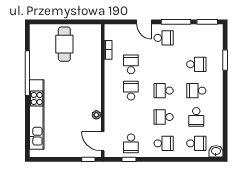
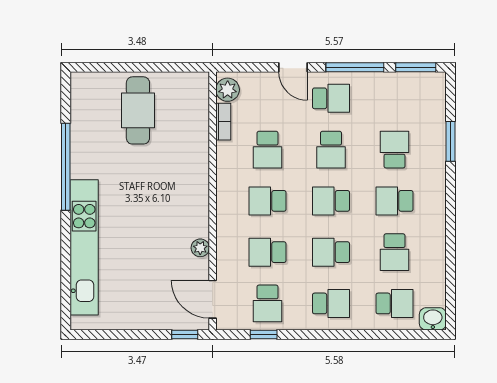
plant: (110, 33) -> (228, 90), added
school desk: (131, 64) -> (267, 150), turned 180
school desk: (164, 64) -> (331, 150), added
school desk: (196, 64) -> (394, 150), turned -90
school desk: (131, 91) -> (267, 201), turned -90
school desk: (131, 117) -> (267, 252), added

